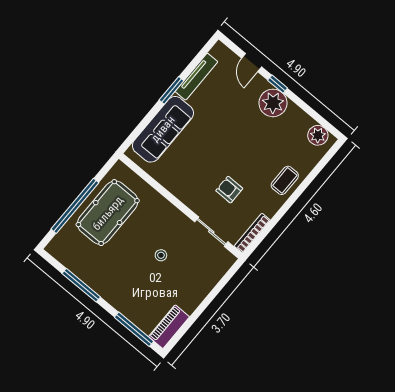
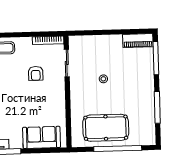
sofa: (163, 129) -> (42, 137), width x0.73

